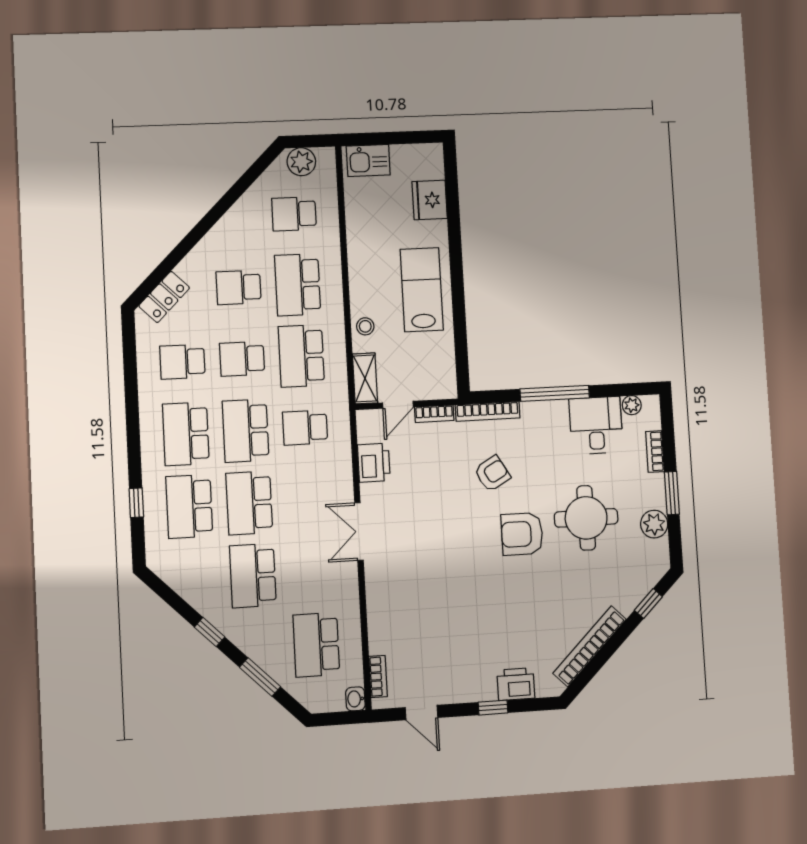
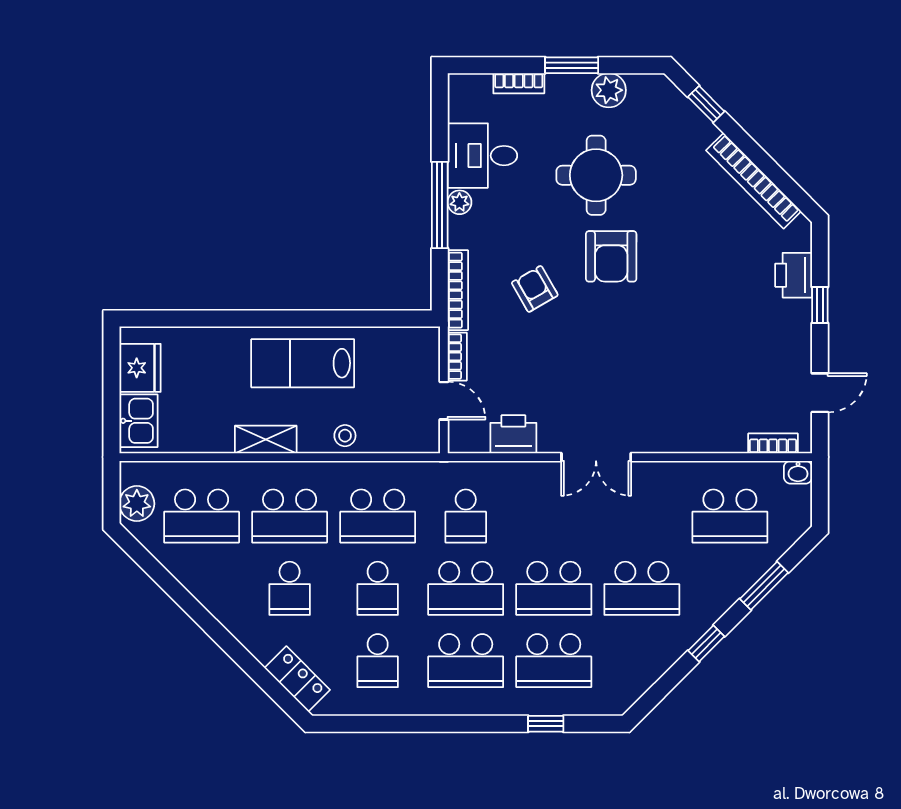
fridge: (430, 200) -> (140, 368), moved, turned -90
school desk: (294, 214) -> (202, 516), width x1.85
shelving: (365, 378) -> (266, 439), moved
plant: (632, 405) -> (459, 202), moved

